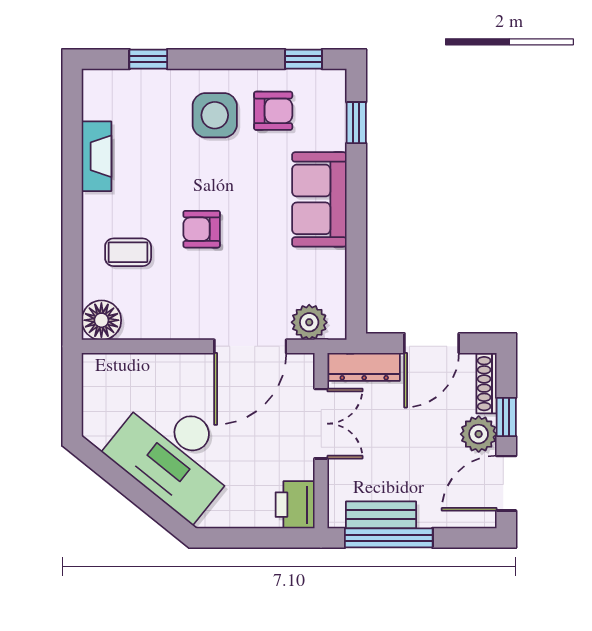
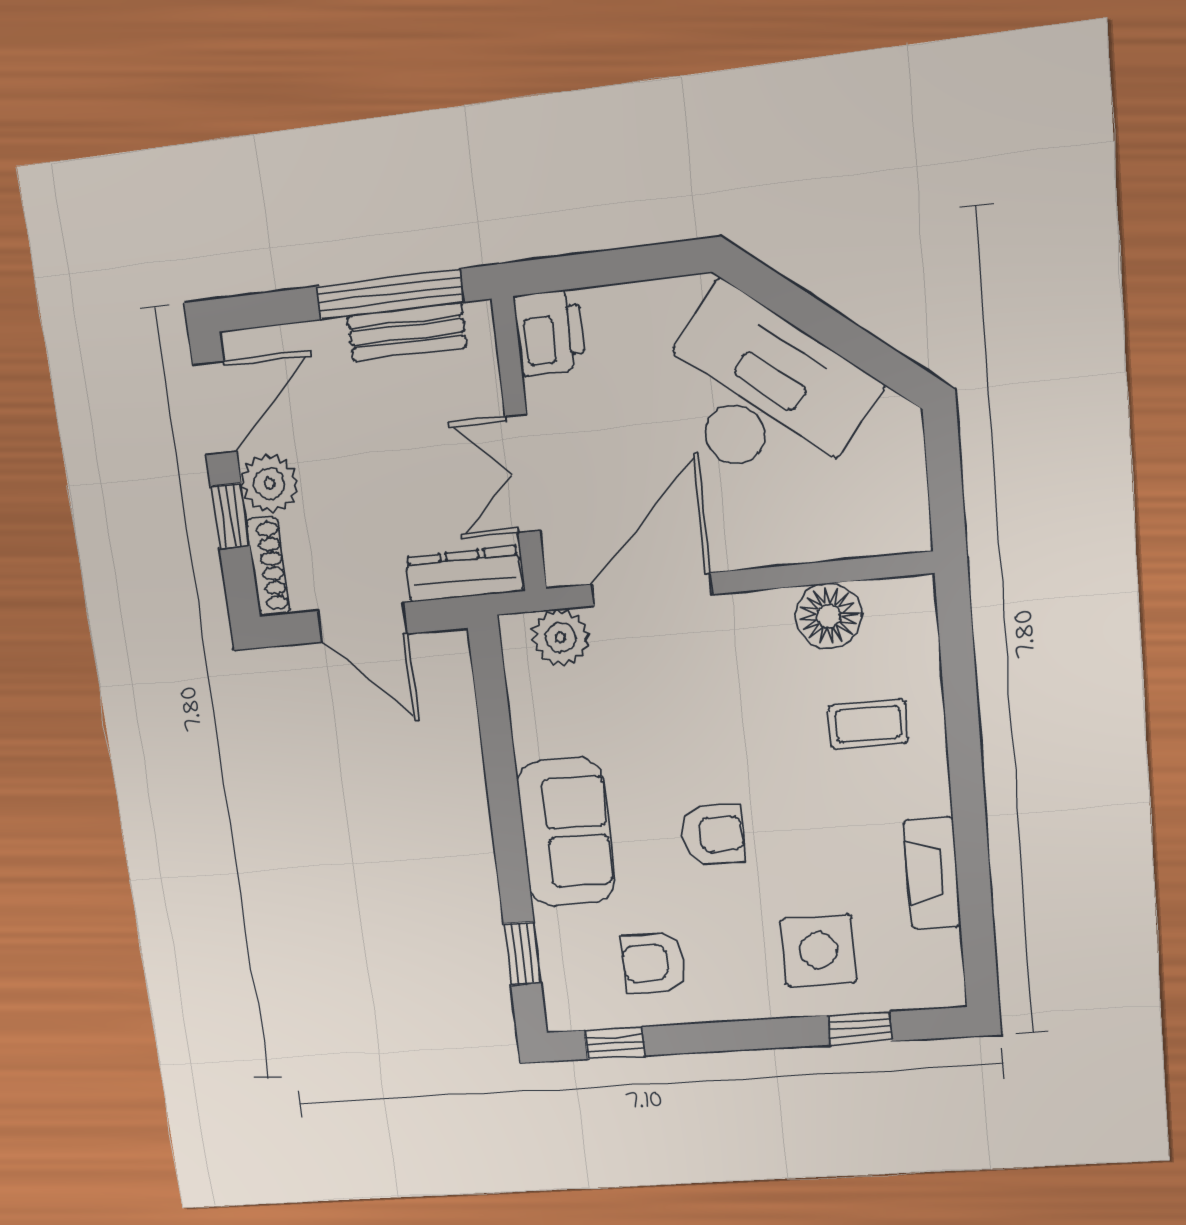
side table: (215, 115) -> (818, 950), moved
armchair: (202, 229) -> (713, 834), moved
floor lamp: (101, 320) -> (829, 616), moved
door: (432, 343) -> (363, 622), swing flipped

